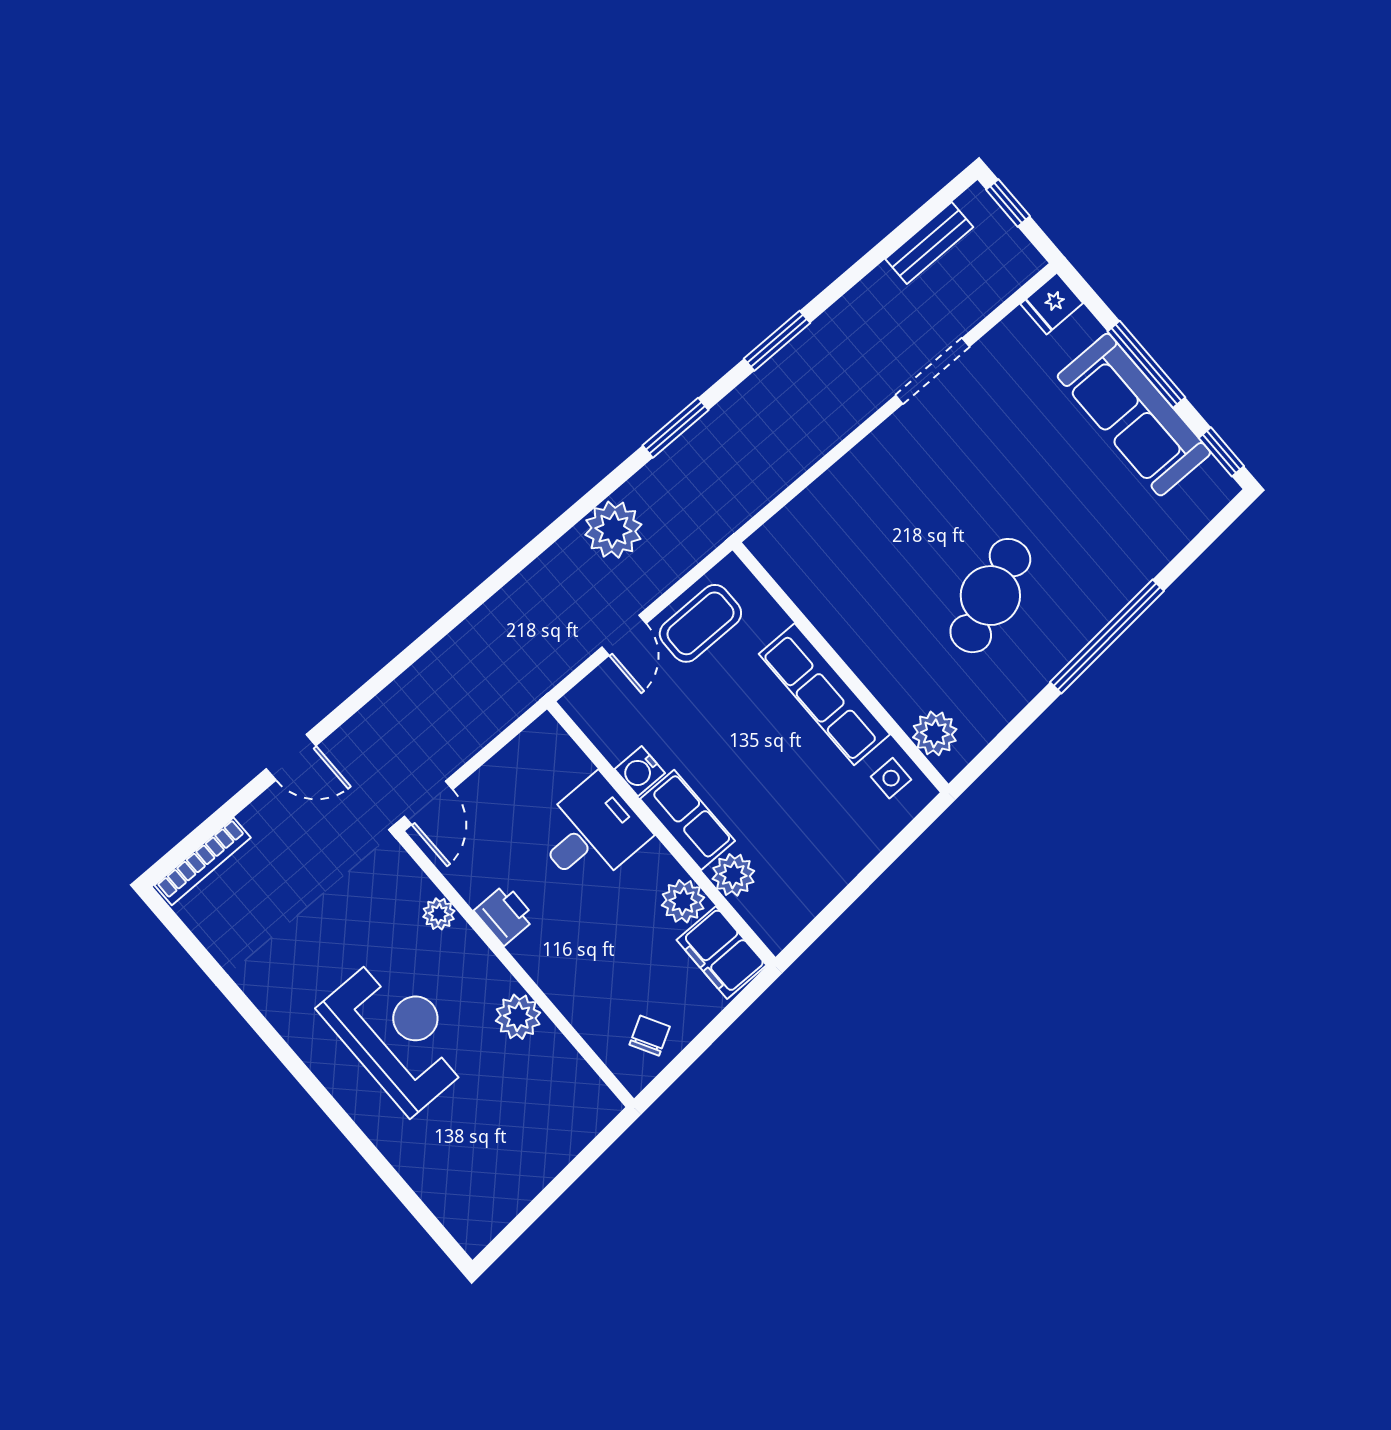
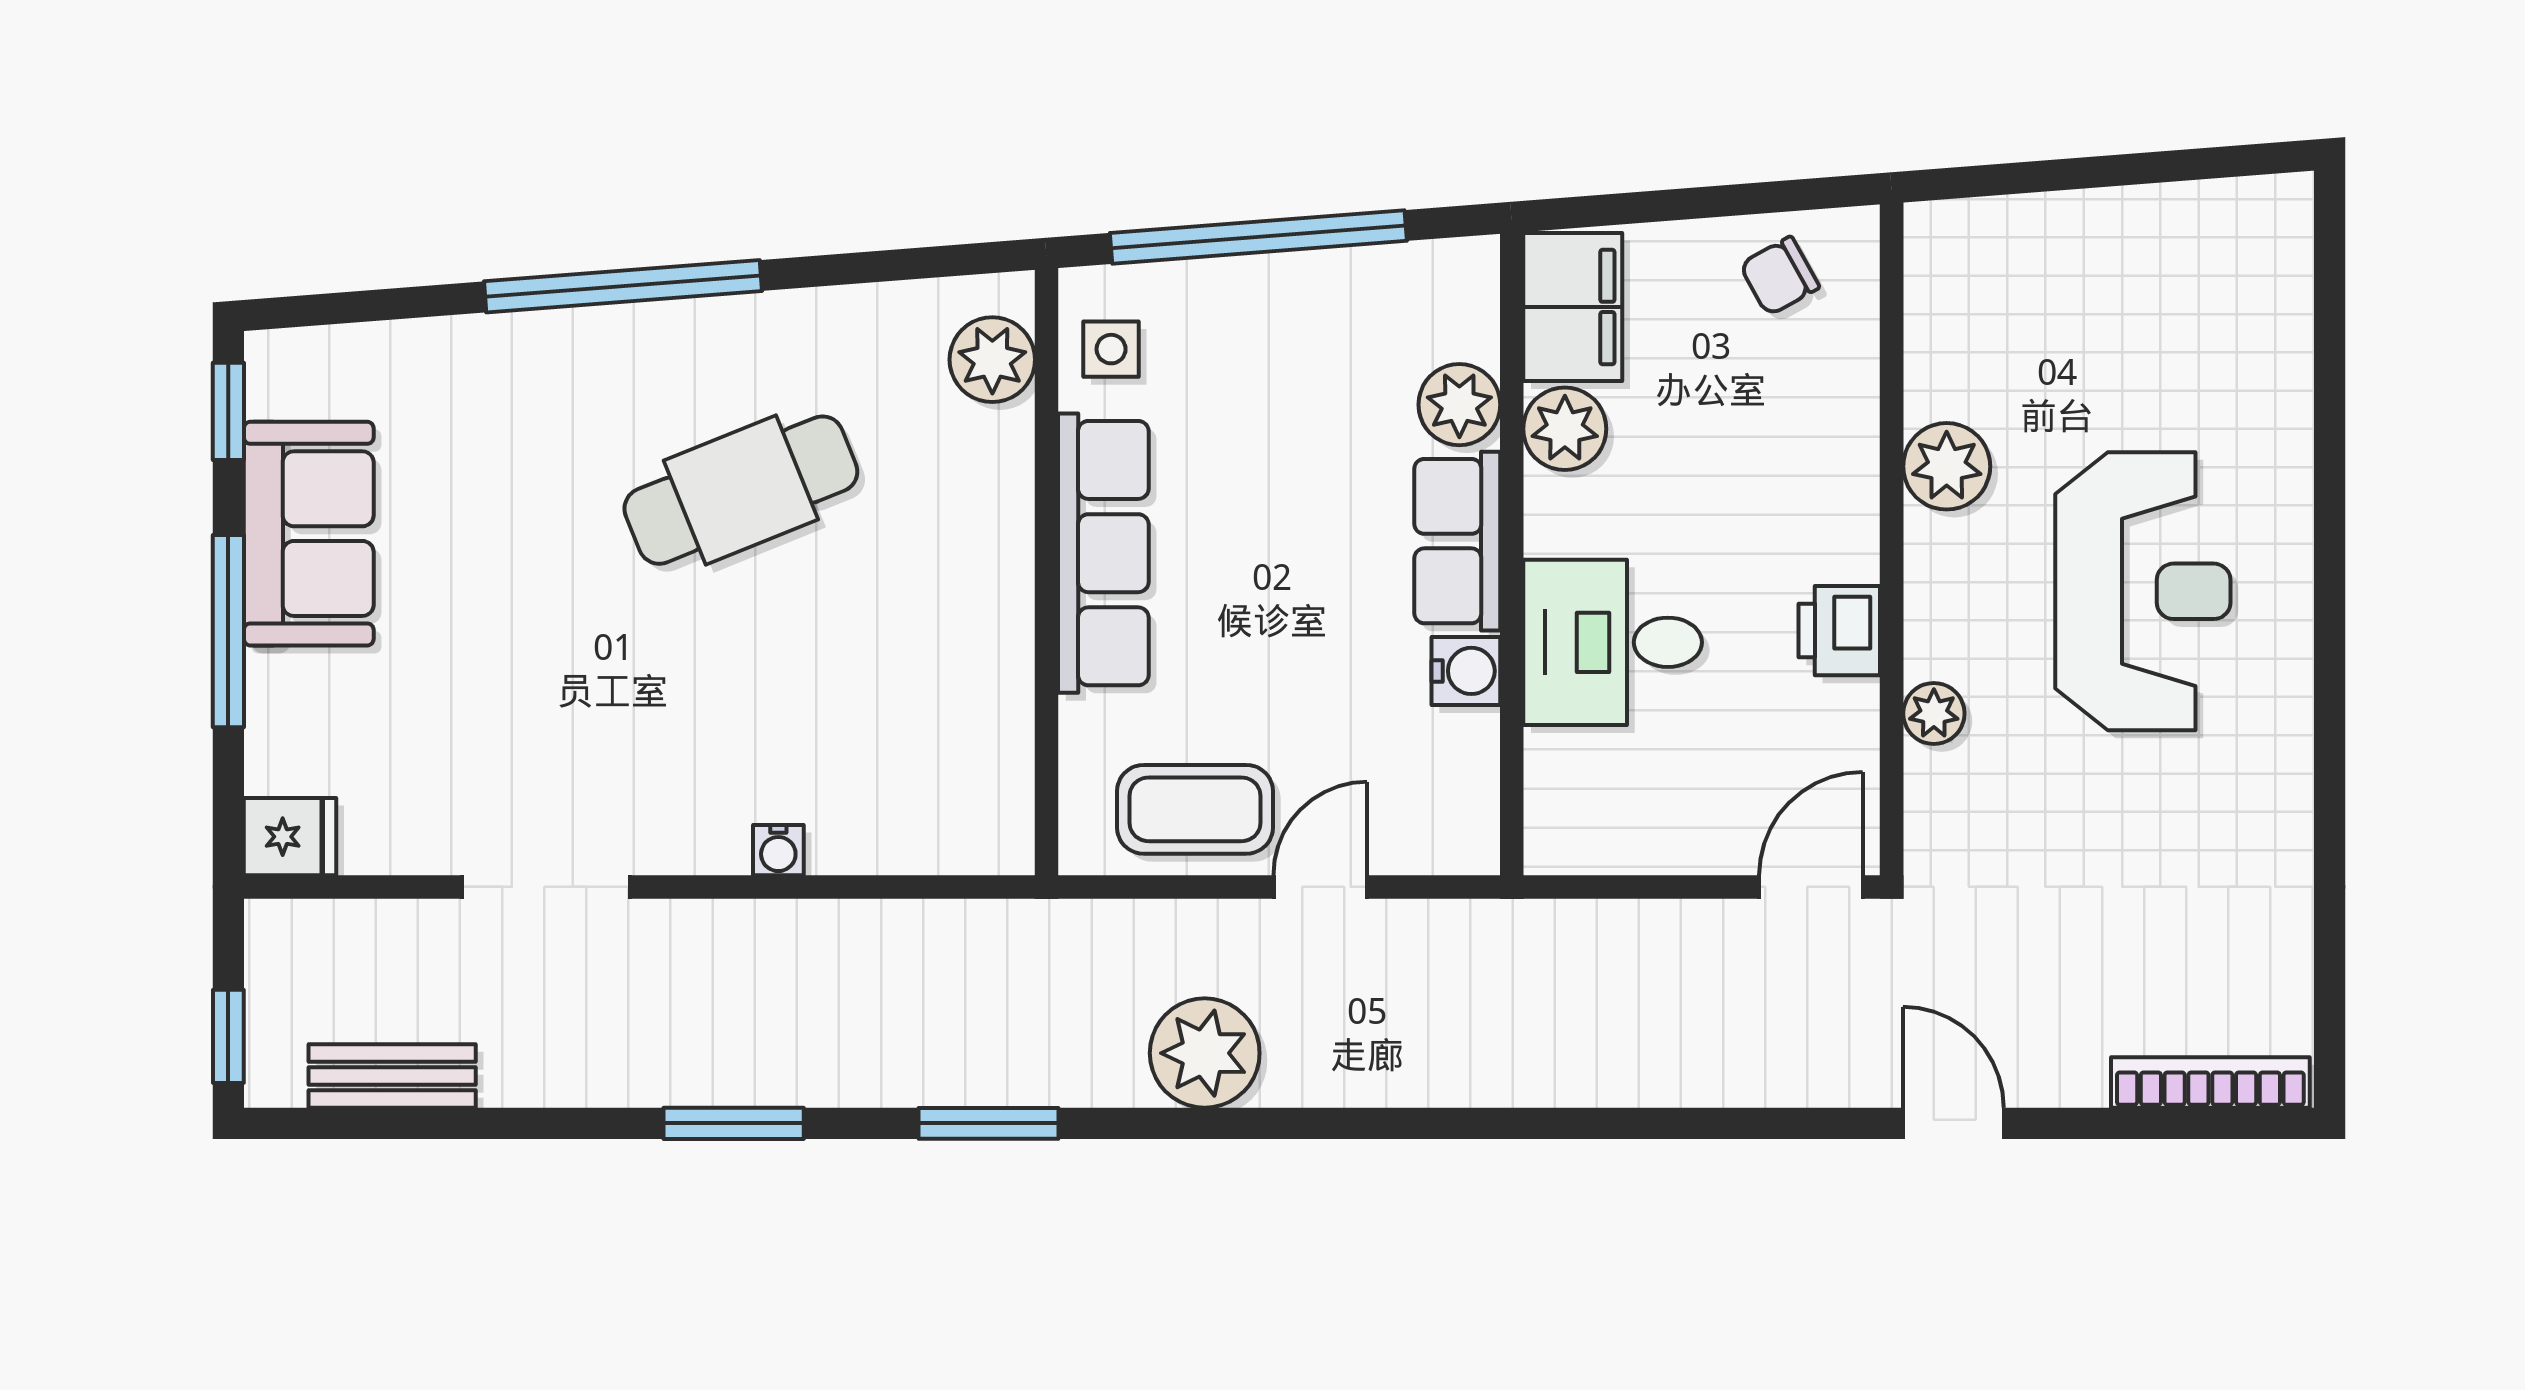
sofa: (1134, 415) -> (309, 534), width x0.73
water cooler: (853, 465) -> (778, 850), added
window: (871, 873) -> (1258, 237), added
reception desk: (397, 1034) -> (2143, 591), turned 180

